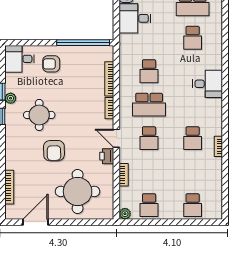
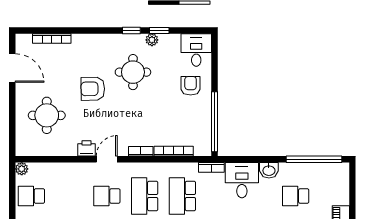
school desk: (149, 71) -> (182, 196), width x1.85
bookcase: (124, 175) -> (211, 167), moved
round table: (78, 191) -> (47, 115), width x0.73, depth x0.73

